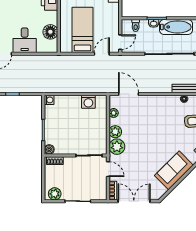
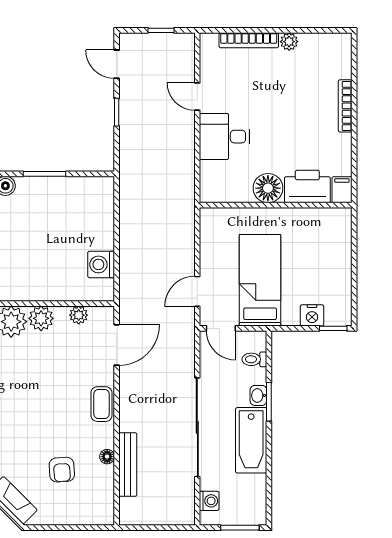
bed: (83, 30) -> (260, 280), moved, turned -90
floor lamp: (50, 32) -> (268, 188), moved
door: (102, 54) -> (197, 291), swing flipped
washing machine: (49, 100) -> (105, 186), removed
coffee table: (158, 102) -> (102, 404), added

